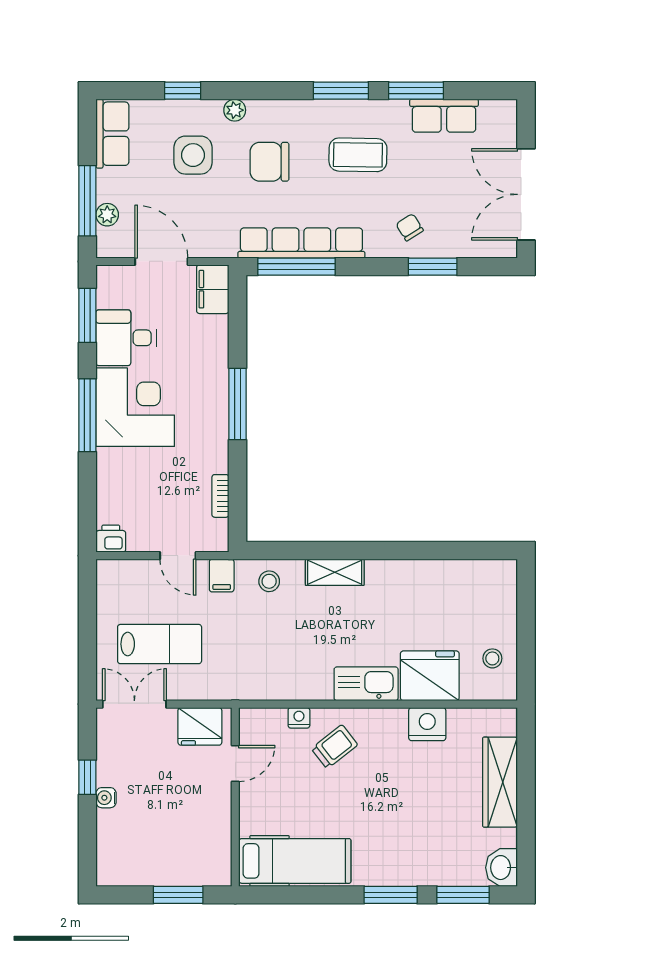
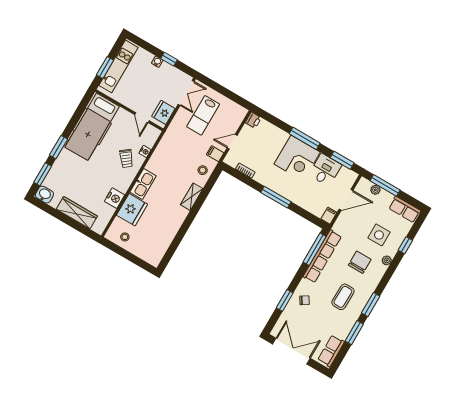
row of seats: (444, 116) -> (331, 351), moved
filing cabinet: (213, 289) -> (329, 216), width x0.50
hospital bed: (295, 861) -> (92, 127), width x1.37, depth x1.29
kitchen unit: (161, 869) -> (119, 66), added

